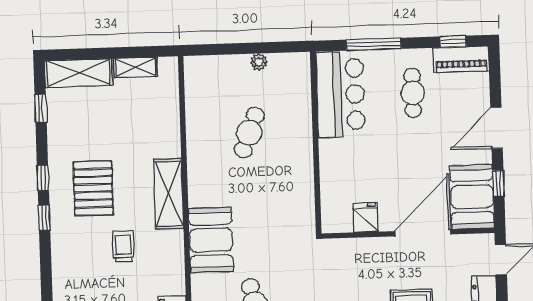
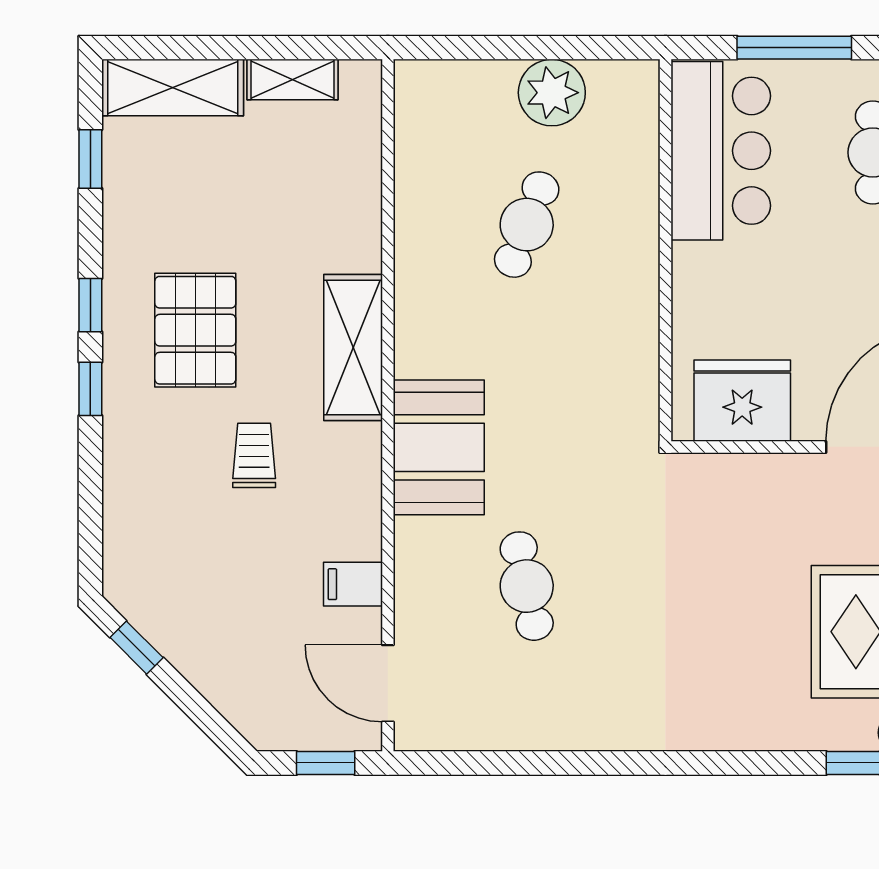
plant: (259, 62) -> (552, 93), width x1.88, depth x1.88
fridge: (365, 218) -> (742, 401), width x1.88, depth x1.34

